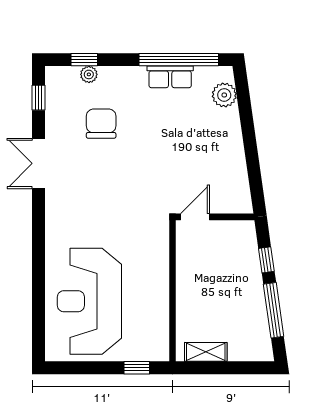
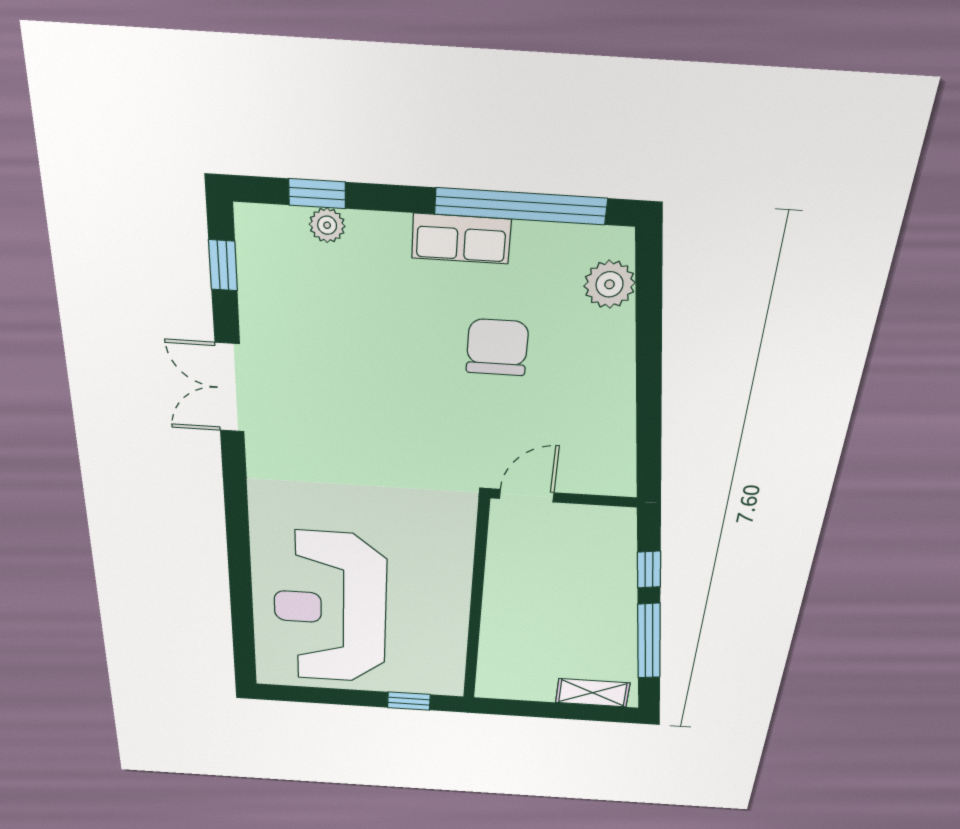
row of seats: (170, 77) -> (461, 239), moved
chair: (101, 124) -> (497, 347), moved
shelving: (206, 352) -> (593, 693), moved

